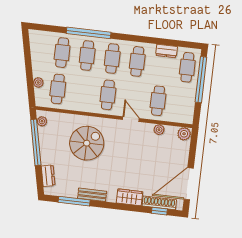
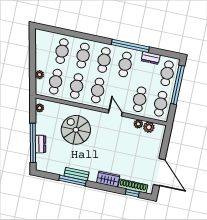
window: (89, 33) -> (130, 46), moved
cafe table: (83, 92) -> (77, 86), added
cafe table: (183, 104) -> (161, 104), added
plant: (184, 134) -> (149, 127), moved
window: (36, 142) -> (33, 143), moved
spiral stairs: (87, 143) -> (76, 130), turned -90
dresser: (48, 176) -> (41, 144), moved
door: (189, 184) -> (159, 172), swing flipped
window: (74, 201) -> (72, 181), moved

